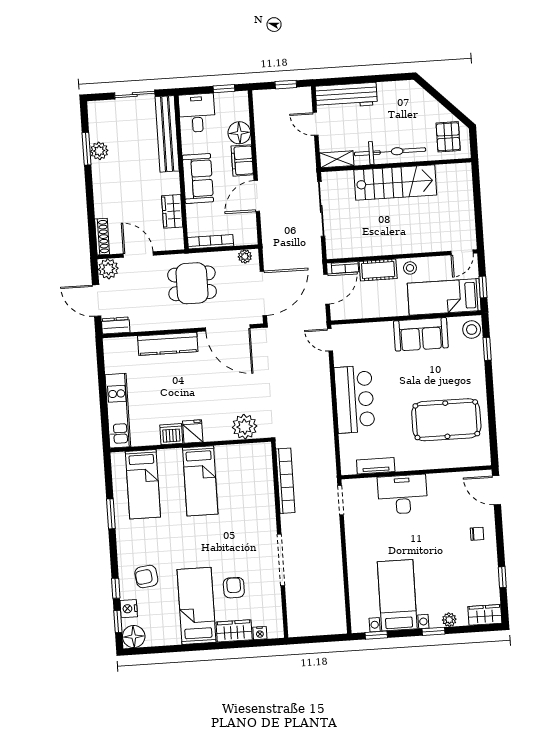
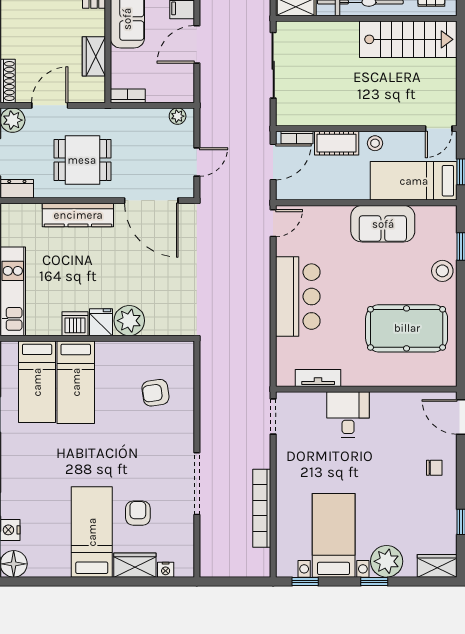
stairs: (395, 183) -> (408, 39), moved
bookcase: (211, 242) -> (128, 96), width x0.64
door: (138, 254) -> (50, 105), hinge flipped
dining table: (192, 283) -> (82, 160), moved
door: (263, 293) -> (197, 162), width x0.53
stool: (472, 330) -> (442, 271), moved
door: (330, 340) -> (273, 223), swing flipped
plant: (245, 427) -> (129, 321), moved
bed: (200, 481) -> (76, 382), moved
bookcase: (285, 481) -> (262, 508), moved, turned 180
desk: (403, 494) -> (348, 415), width x0.73
armchair: (146, 576) -> (155, 393), moved
plant: (449, 620) -> (387, 561), width x1.87, depth x1.87

